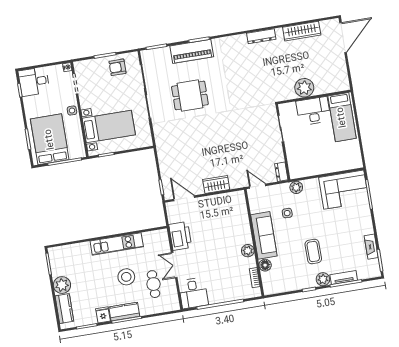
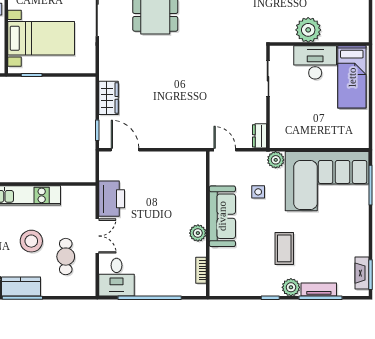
wardrobe: (216, 184) -> (109, 98), moved, turned 90
corner sofa: (344, 190) -> (327, 181), width x1.36, depth x1.36
fireplace: (371, 247) -> (362, 273), moved
double door: (174, 265) -> (97, 236), swing flipped
floor lamp: (265, 265) -> (218, 256), removed

